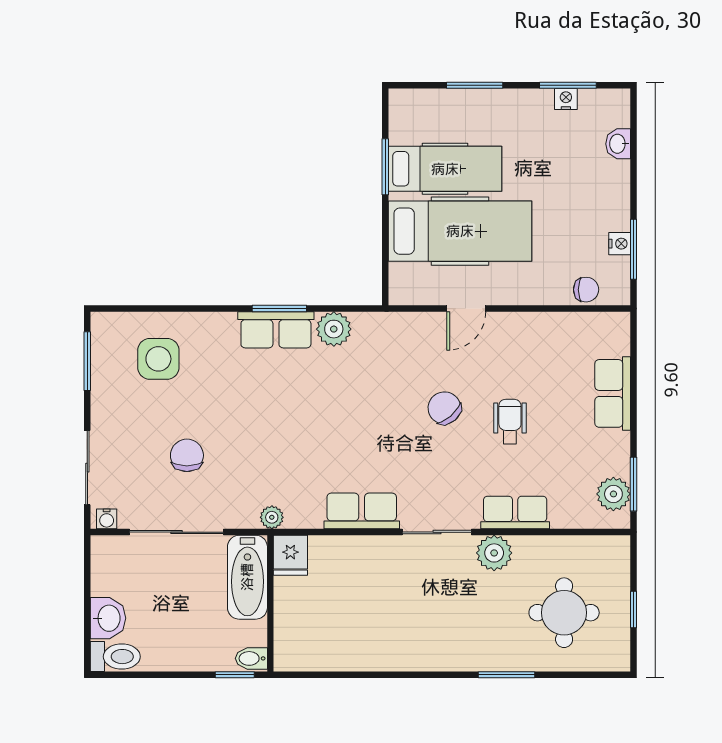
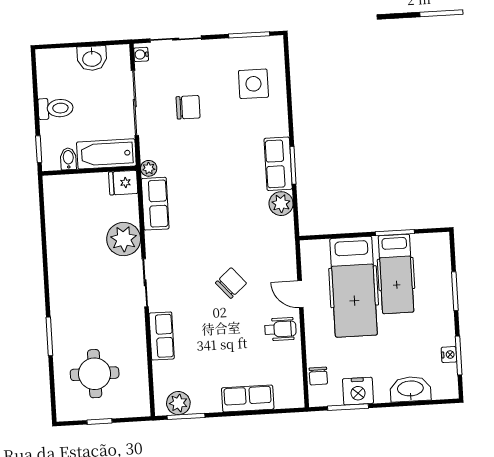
washbasin: (618, 144) -> (410, 389), width x1.91, depth x1.45
nightstand: (620, 244) -> (358, 391), width x1.89, depth x1.79
wheelchair: (510, 422) -> (280, 329), moved
row of seats: (362, 511) -> (155, 204), moved
plant: (494, 553) -> (124, 239), moved, width x1.36, depth x1.36
washbasin: (108, 618) -> (92, 58), moved
toilet: (115, 657) -> (56, 108), moved, turned -90
bidet: (251, 658) -> (68, 159), moved

